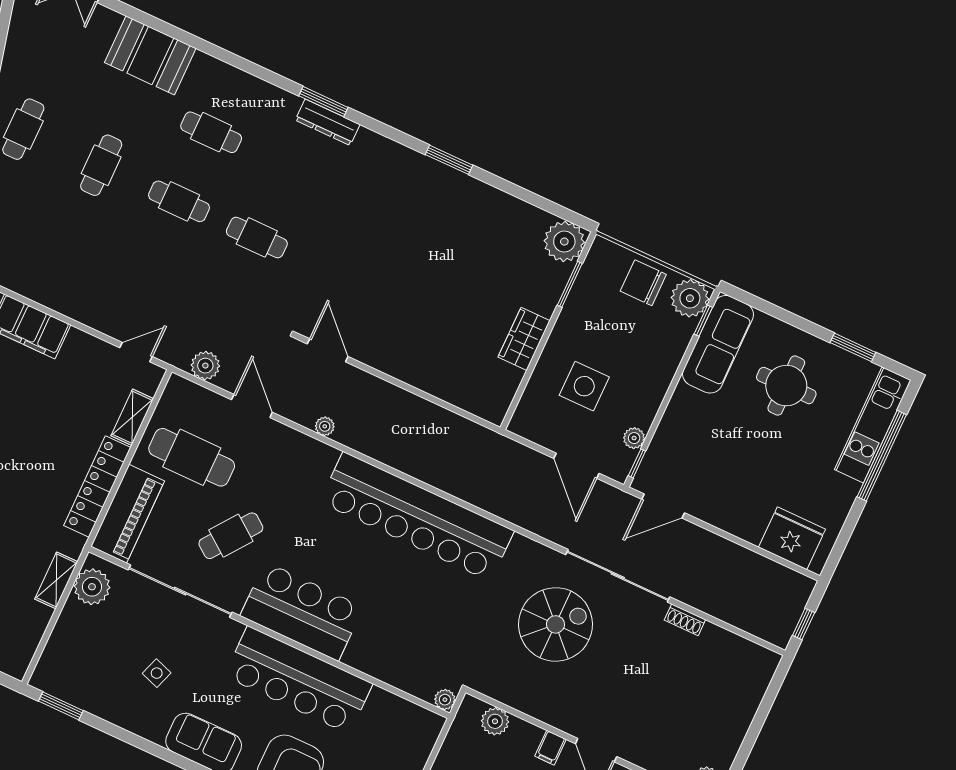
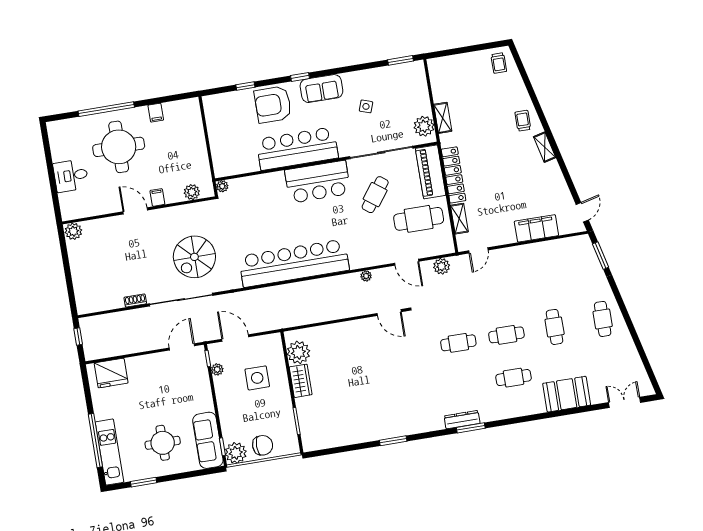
plant: (564, 242) -> (298, 352), moved

